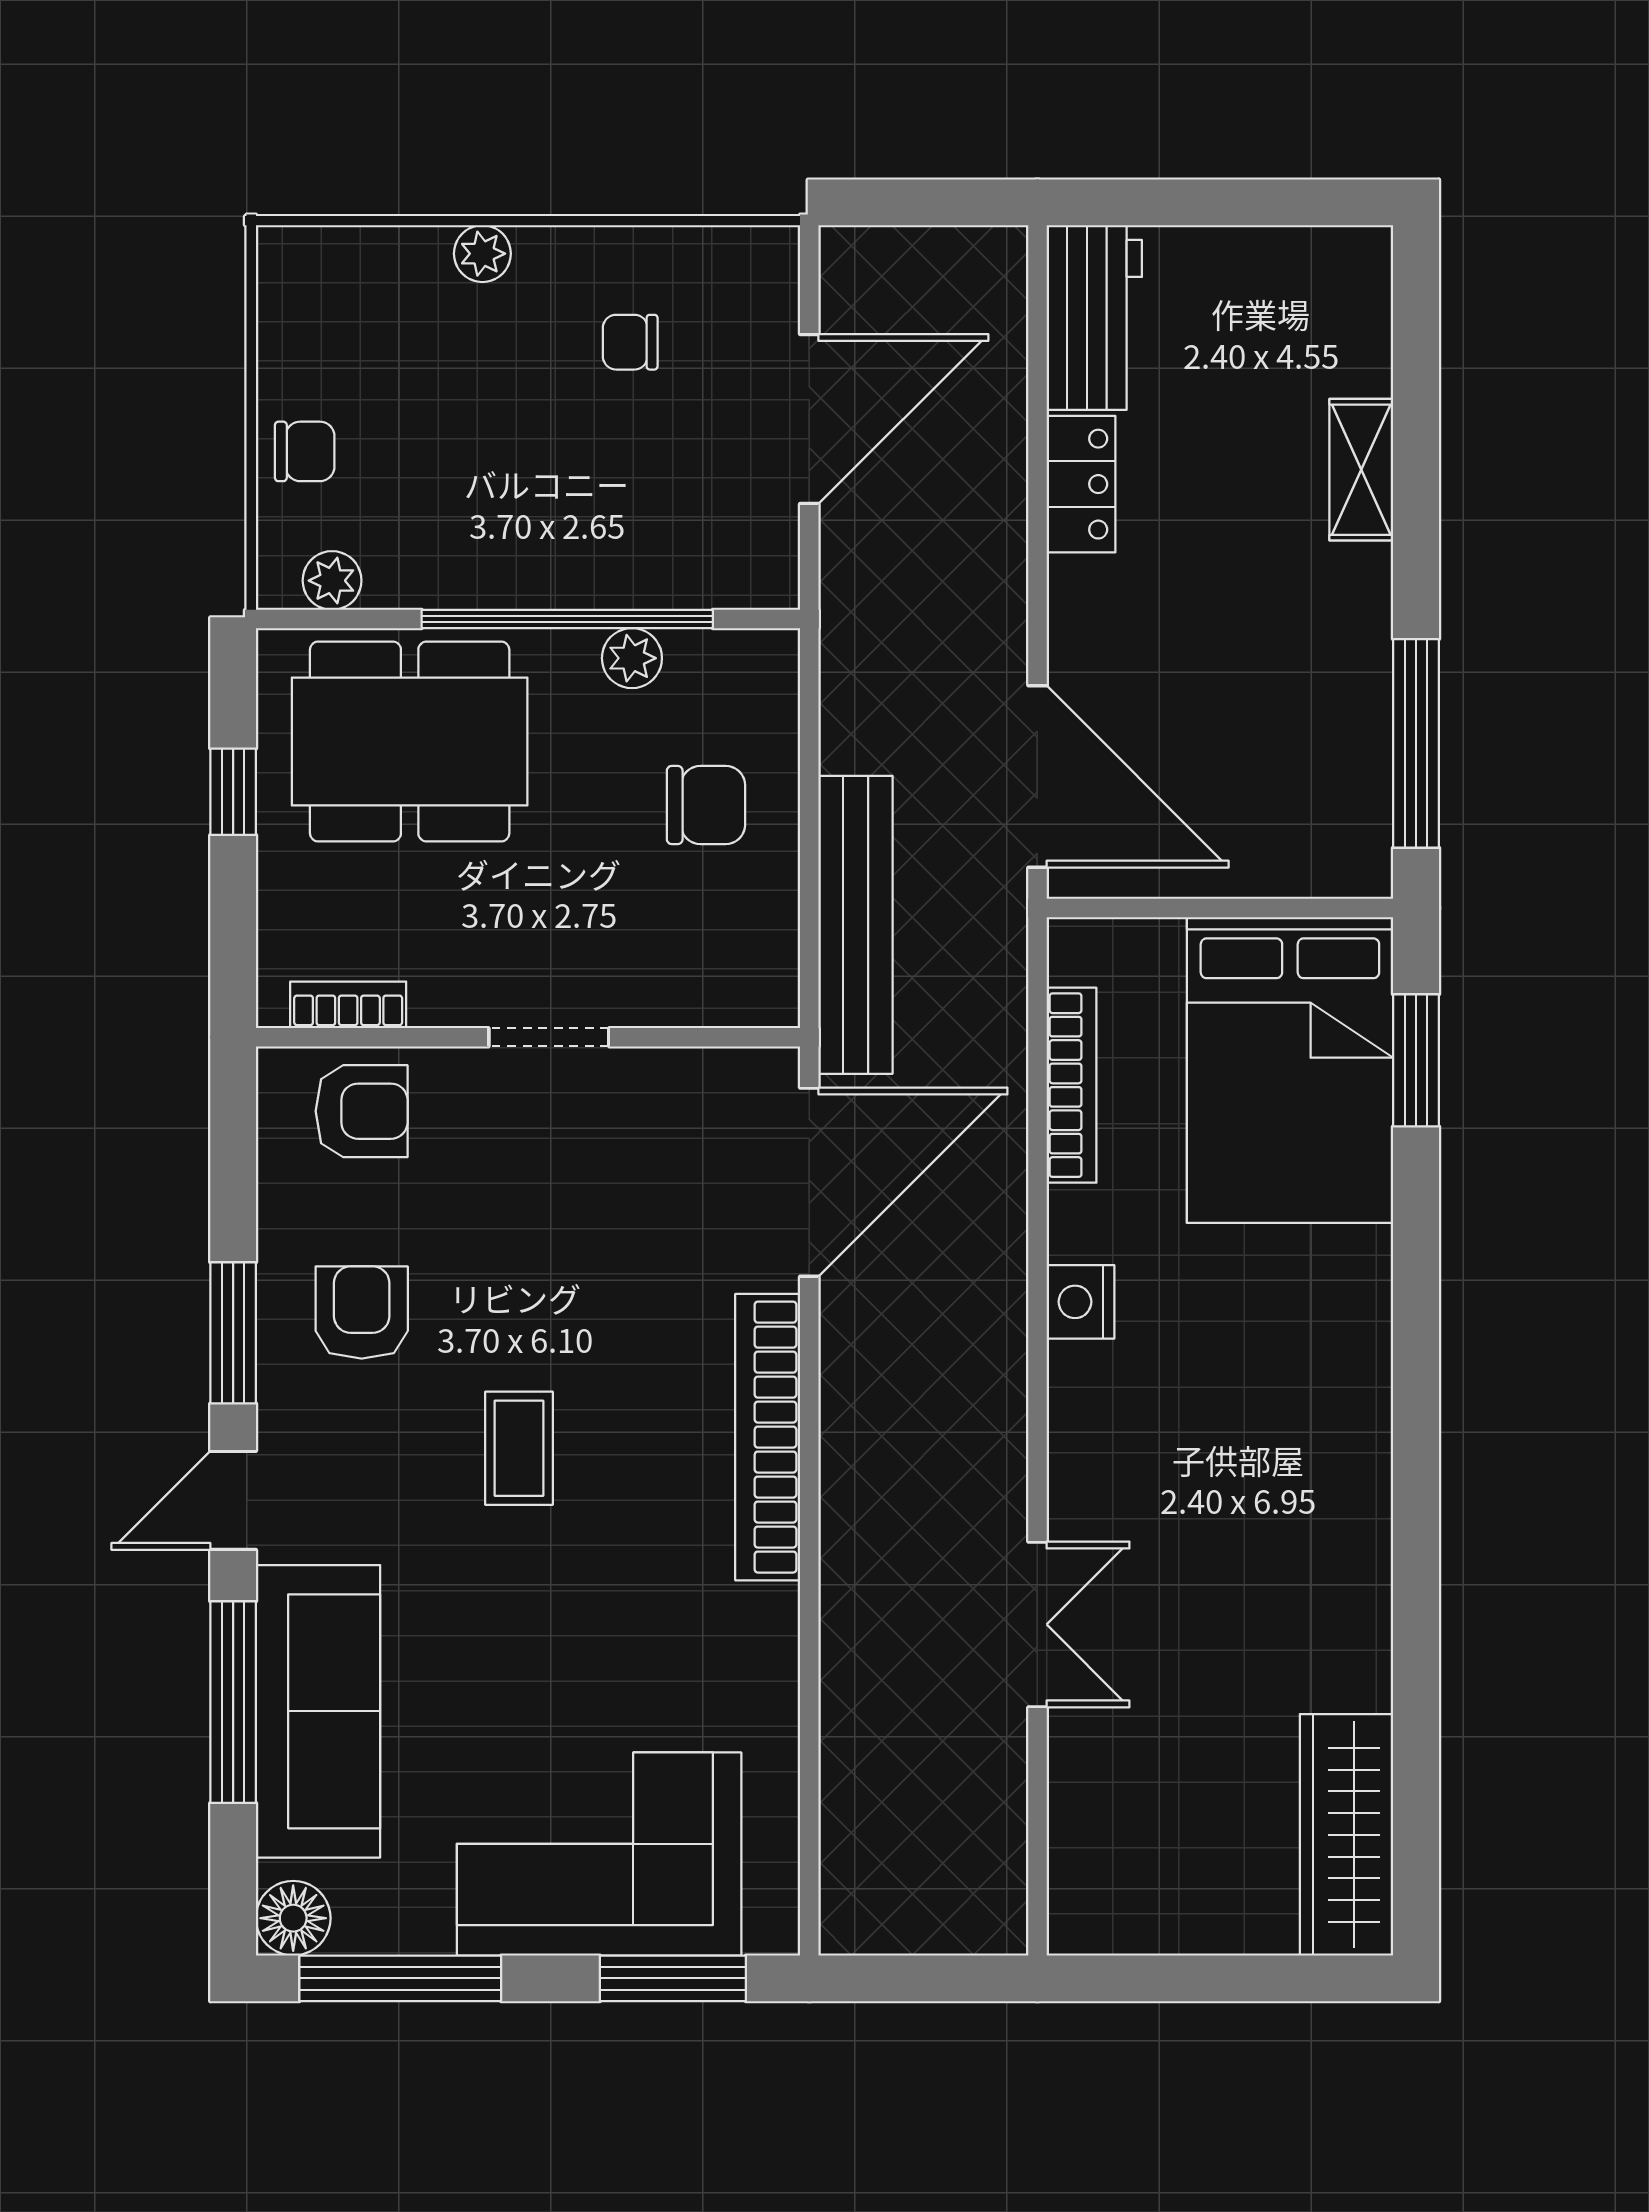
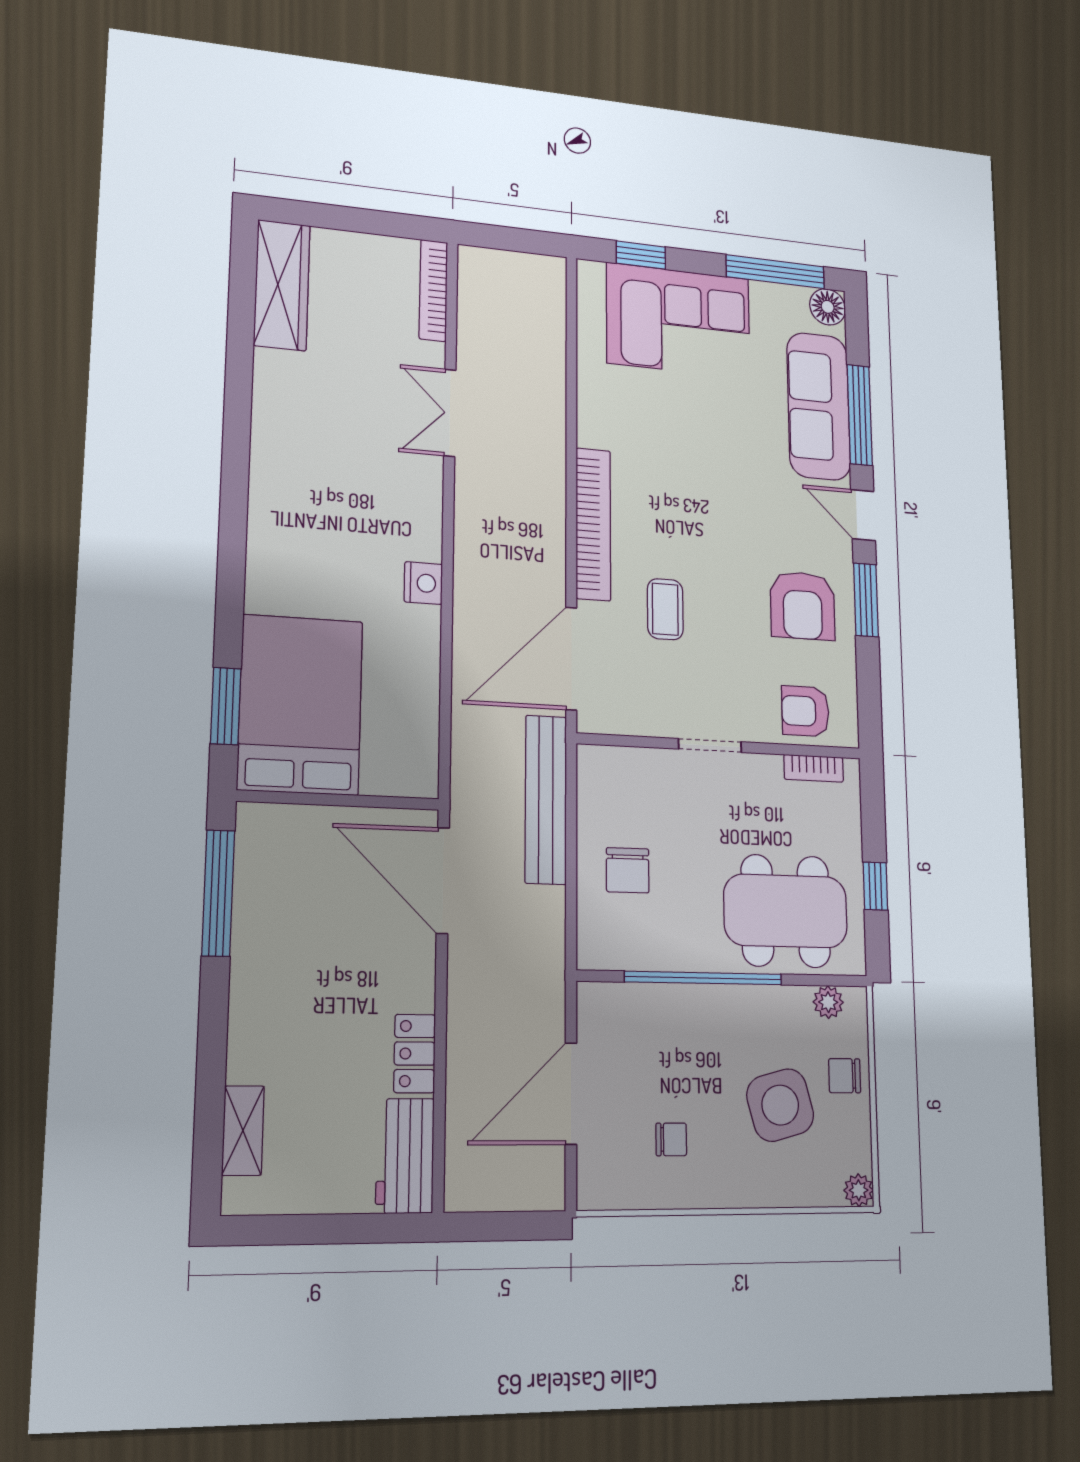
plant: (482, 254) -> (859, 1190), moved
side table: (428, 400) -> (780, 1105), added
shelving: (1361, 470) -> (243, 1131), moved
plant: (632, 658) -> (668, 955), removed
chair: (706, 805) -> (628, 870), turned -90
bookcase: (1071, 1085) -> (433, 290), moved
armchair: (362, 1313) -> (803, 606), width x1.38, depth x1.38
coffee table: (519, 1448) -> (665, 609), moved
door: (233, 1500) -> (863, 515), swing flipped
window: (673, 1978) -> (641, 255), width x0.67

